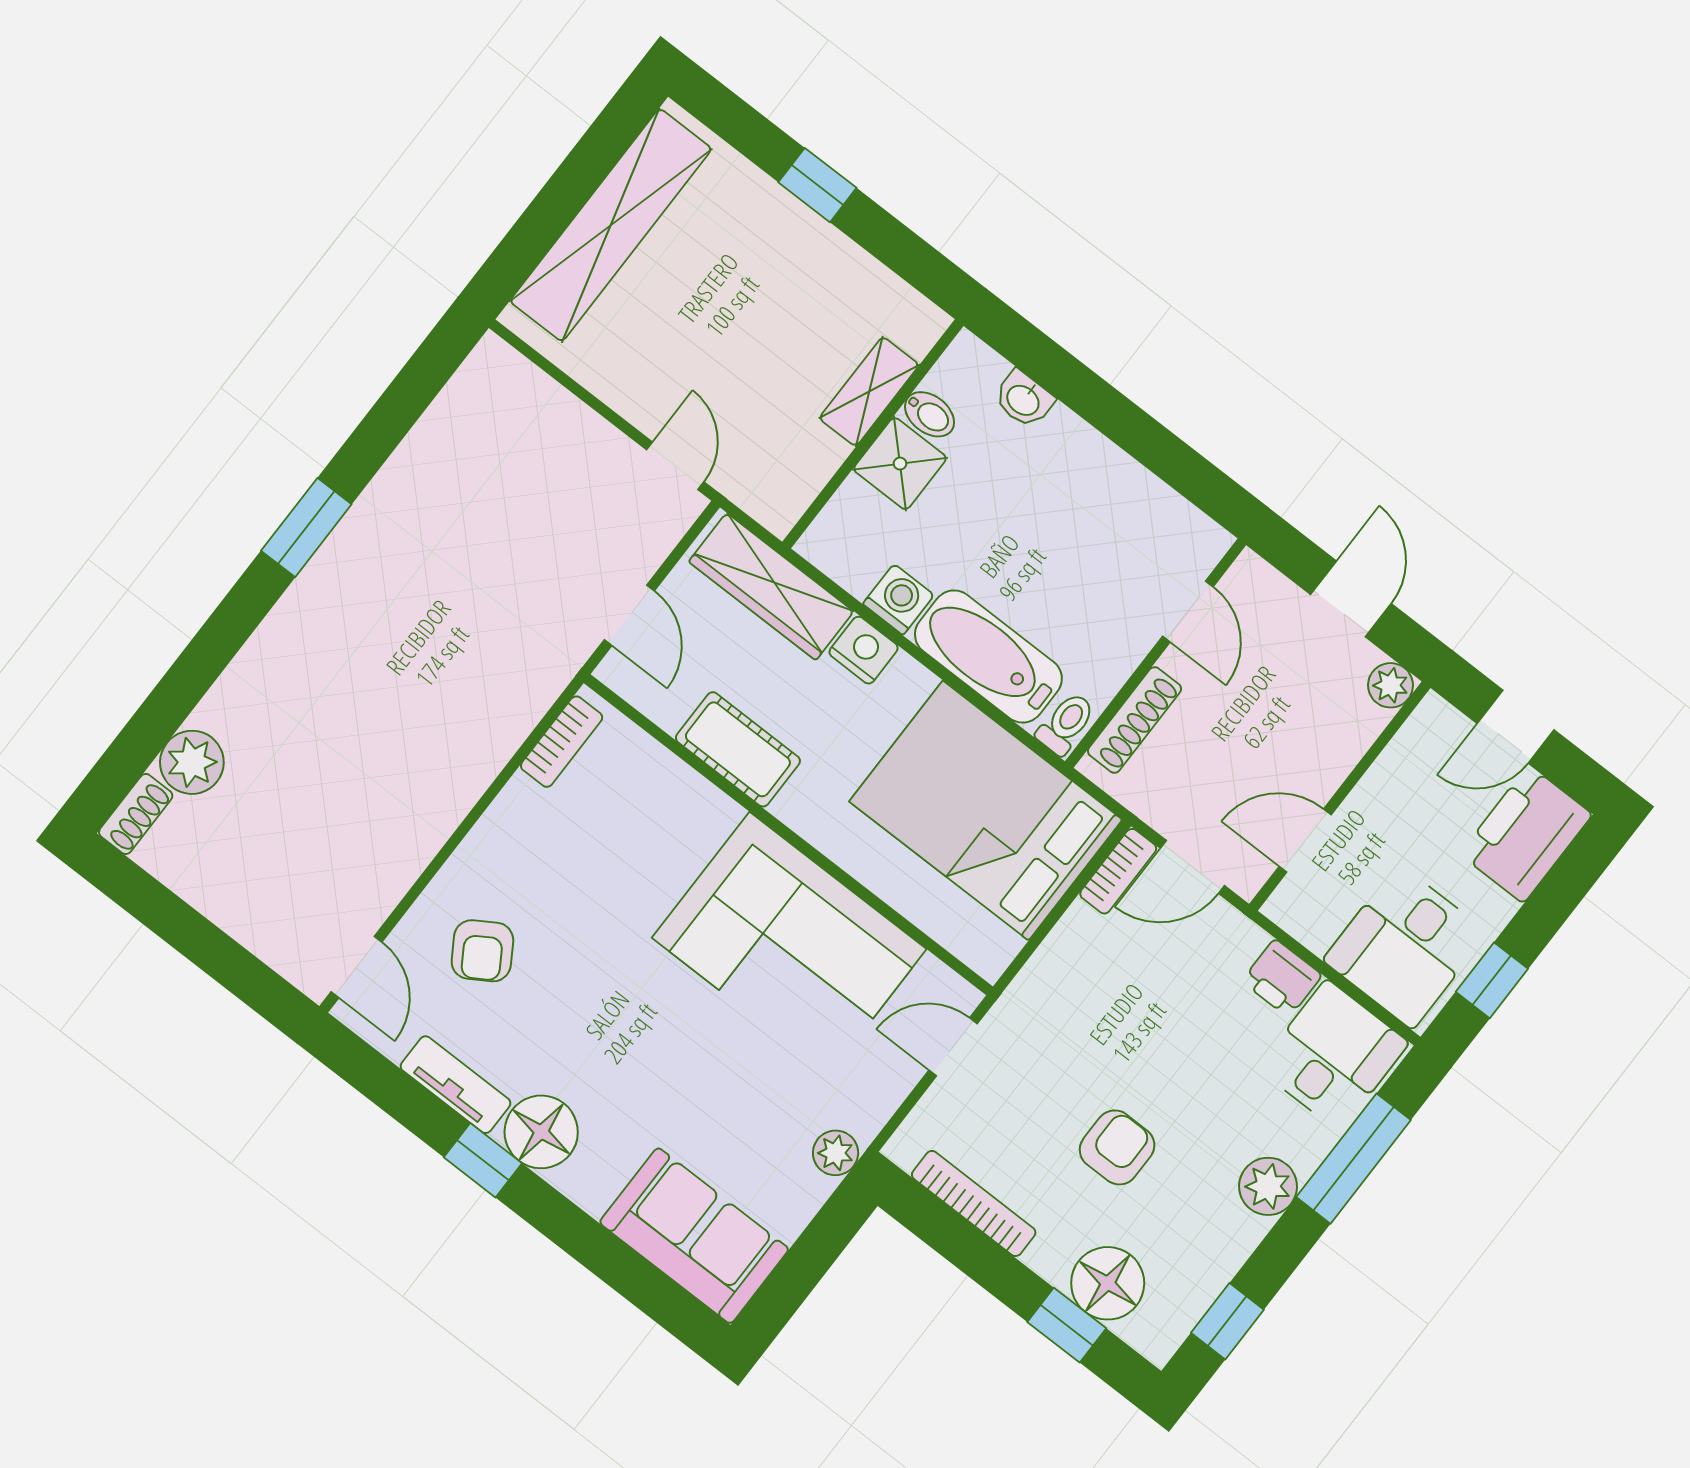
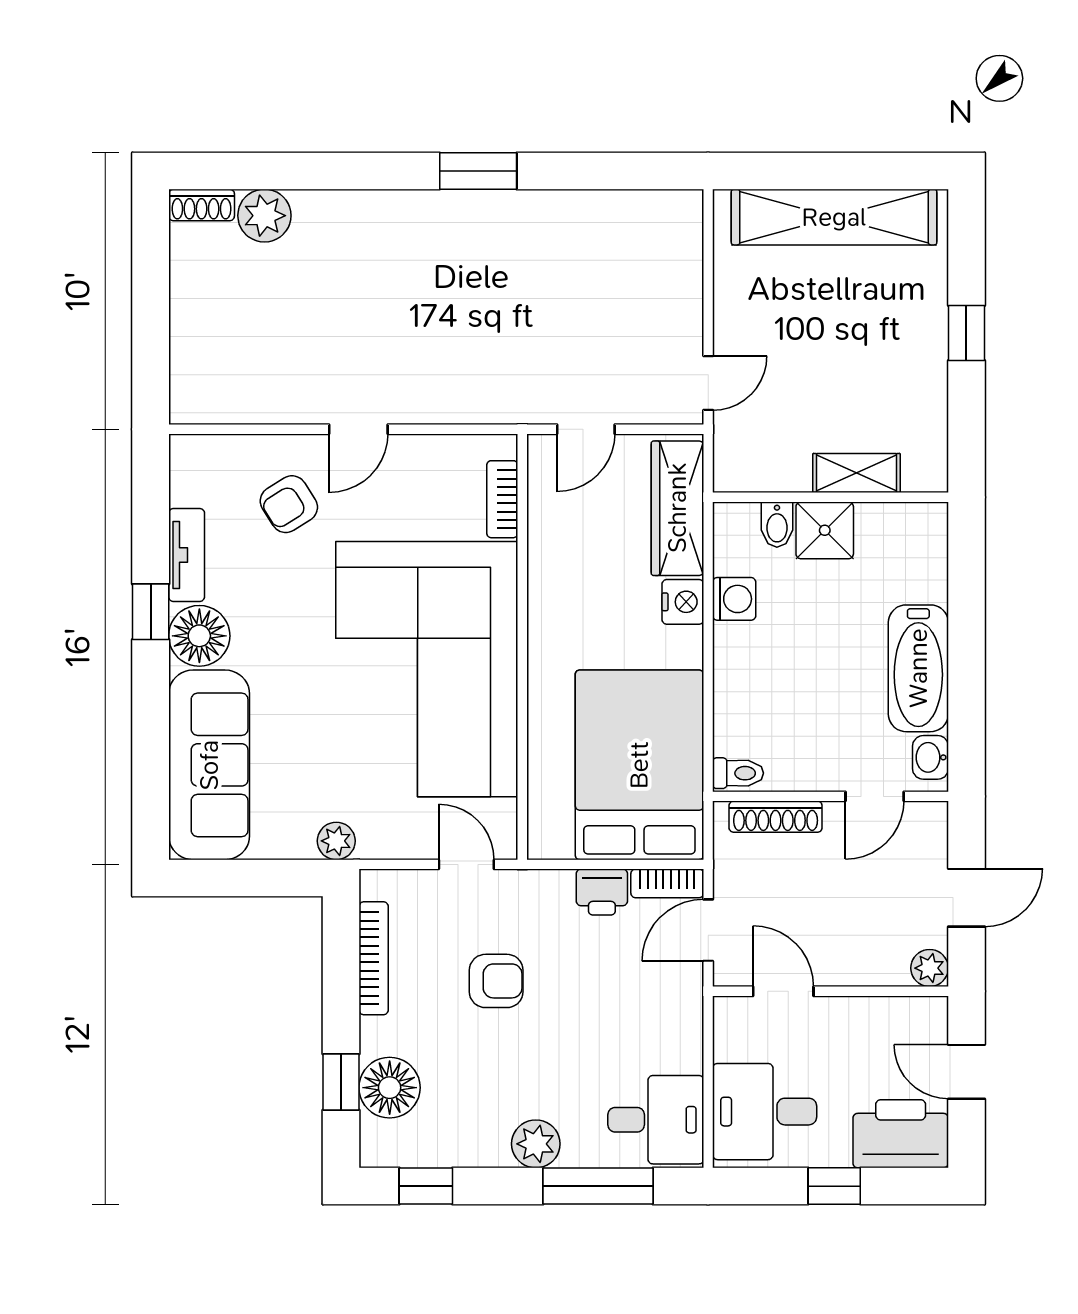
washbasin: (1024, 399) -> (930, 757), moved
bidet: (930, 414) -> (777, 525), moved
bathtub: (988, 657) -> (918, 668), moved, turned 180
bookcase: (562, 742) -> (502, 499), moved, turned 90
cot: (738, 749) -> (553, 570), removed
door: (1192, 867) -> (708, 930), hinge flipped
corner sofa: (789, 943) -> (427, 669), width x1.36, depth x1.36
door: (357, 967) -> (358, 429), moved
printer: (1282, 978) -> (602, 892), moved, turned -90
window: (1492, 980) -> (834, 1186), moved
armchair: (1117, 1147) -> (496, 981), moved
sofa: (694, 1236) -> (209, 765), width x1.36

